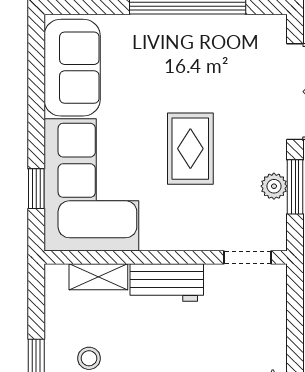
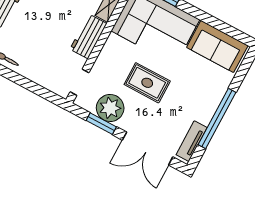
tv unit: (246, 28) -> (192, 141), added
plant: (274, 186) -> (110, 108), width x1.87, depth x1.87

